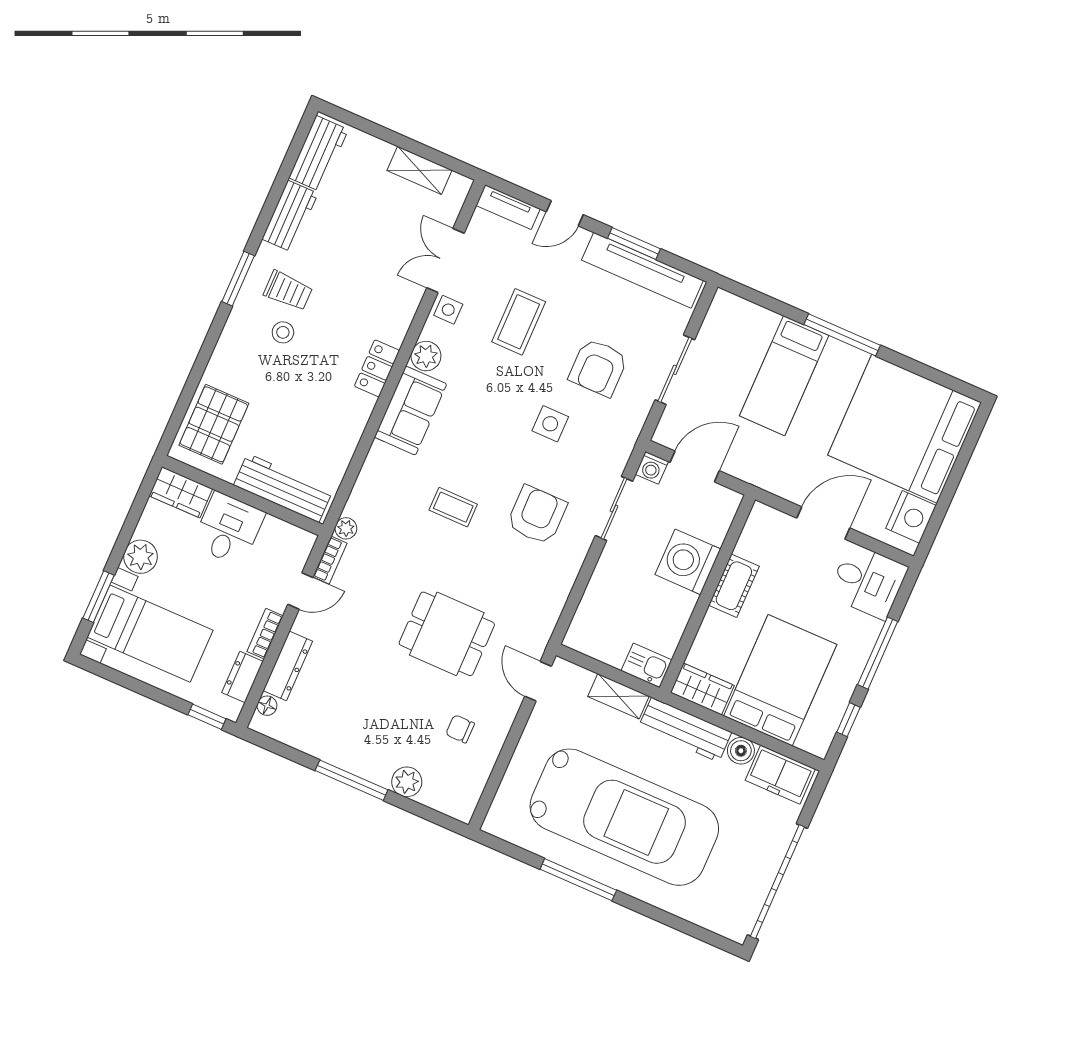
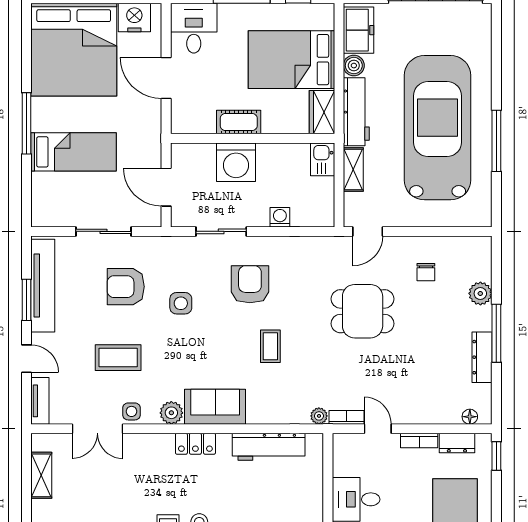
armchair: (598, 367) -> (126, 287), turned 180
washing machine: (652, 468) -> (280, 217), moved, turned -90
workbench: (283, 488) -> (269, 447), moved, turned -90
armchair: (537, 515) -> (250, 284), turned 90
dining table: (447, 634) -> (363, 311), turned 90
dresser: (288, 666) -> (482, 357), moved, turned -90

